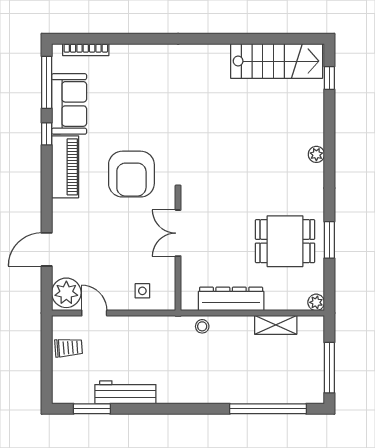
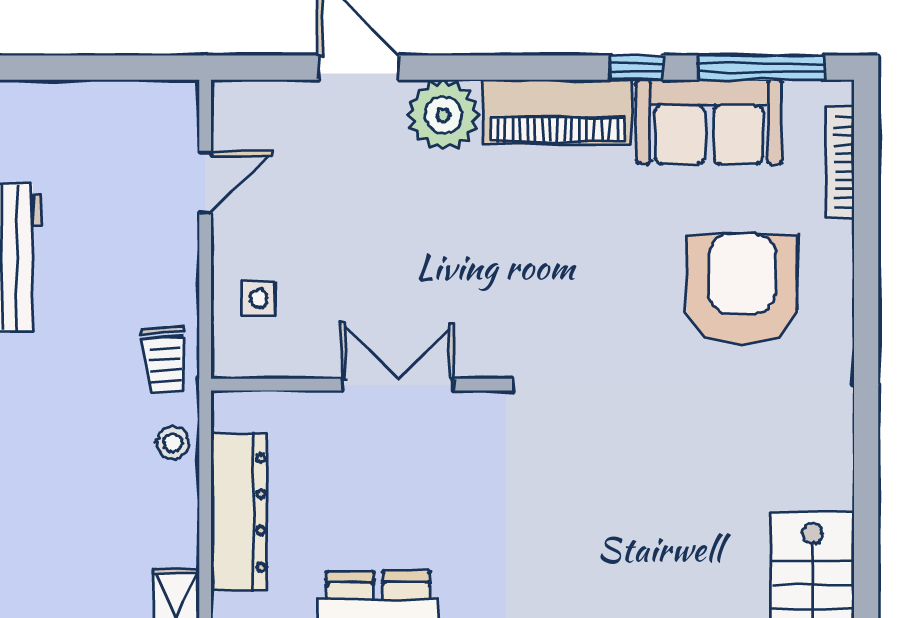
armchair: (131, 174) -> (742, 289), moved, turned 90
plant: (66, 293) -> (443, 115), moved
trolley: (69, 348) -> (165, 360), moved

